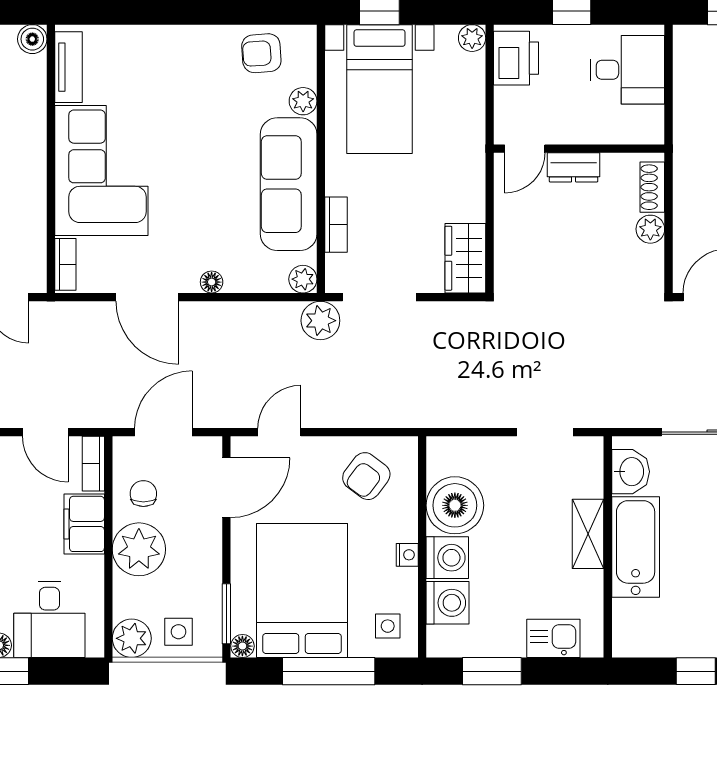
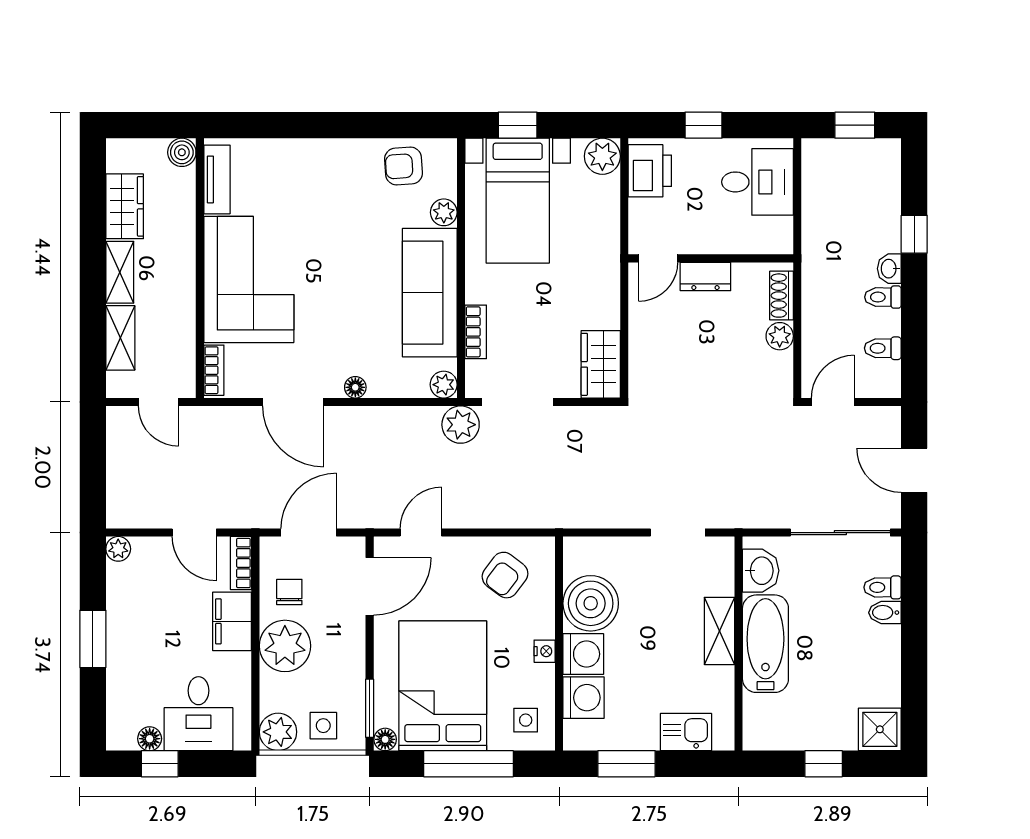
plant: (472, 38) -> (602, 156), width x1.38, depth x1.38

